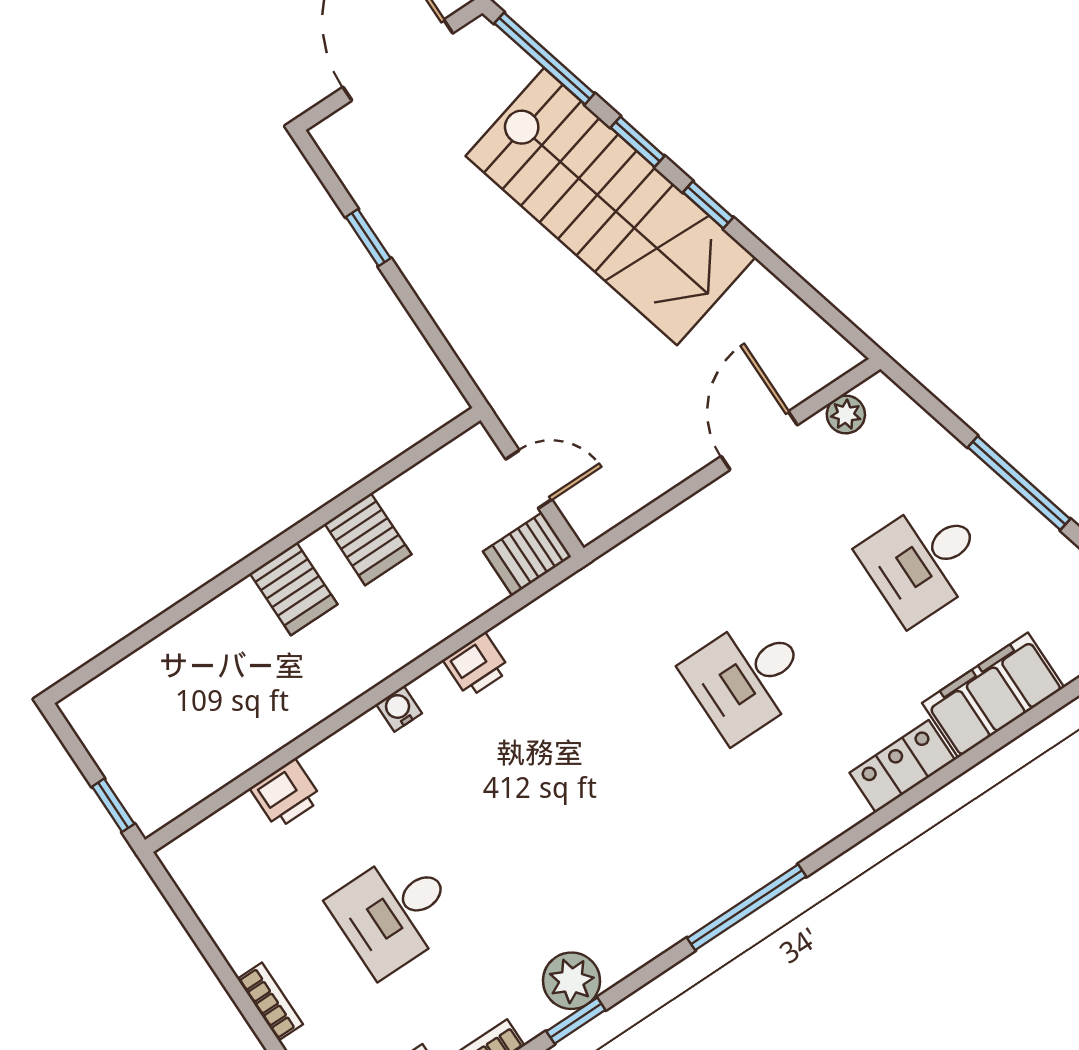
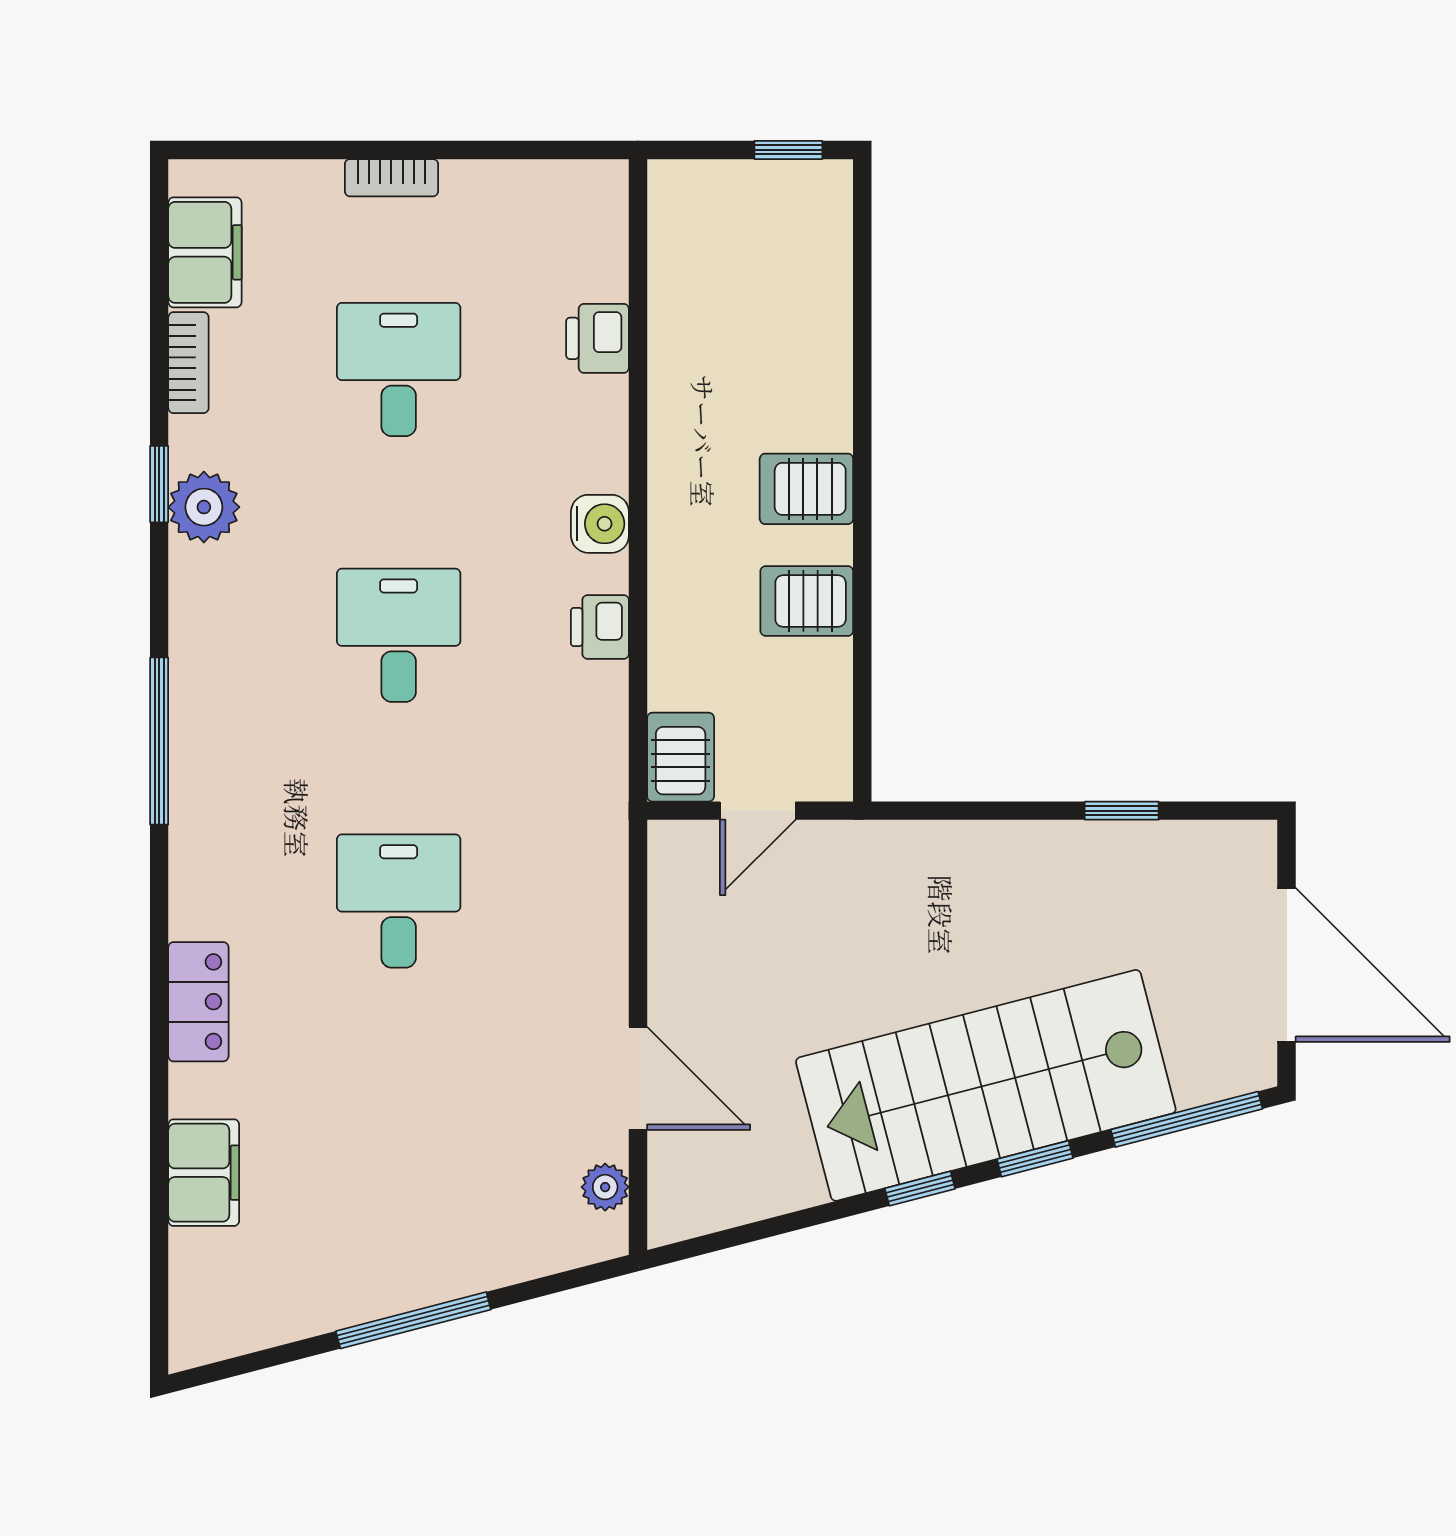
desk: (924, 561) -> (399, 635), moved
filing cabinet: (993, 695) -> (204, 1173), width x0.67, depth x0.86
water cooler: (399, 709) -> (600, 524), width x1.38, depth x1.38
window: (113, 805) -> (788, 150), moved

